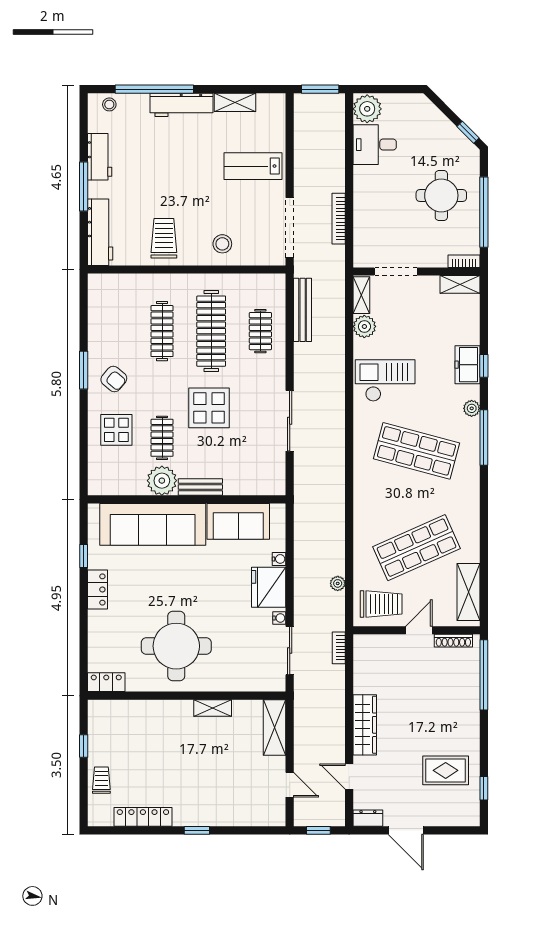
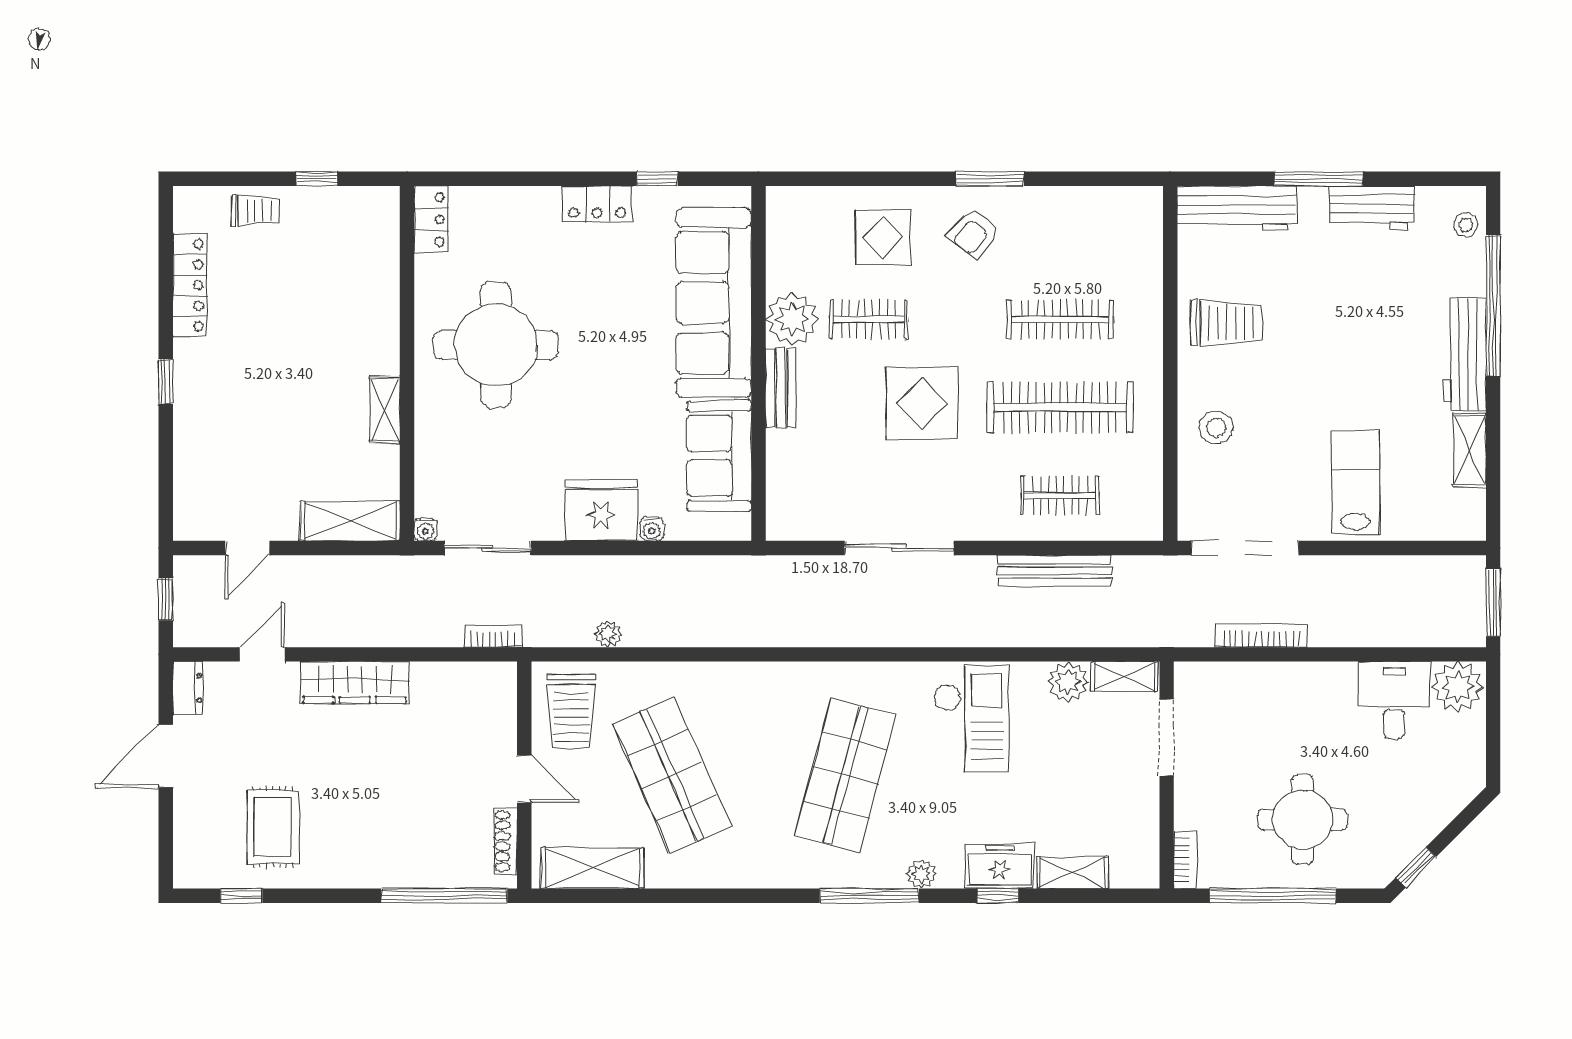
shelving: (460, 284) -> (1072, 873), moved, turned 90
bench: (303, 310) -> (1055, 571), moved
water cooler: (279, 618) -> (426, 529), moved

